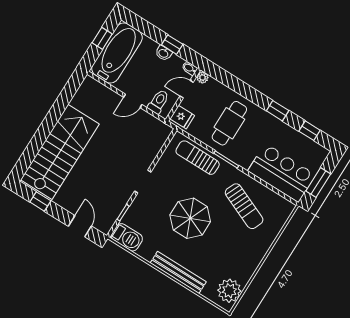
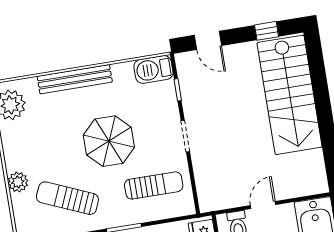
sun lounger: (198, 158) -> (154, 185), moved
plant: (265, 241) -> (18, 182), added

